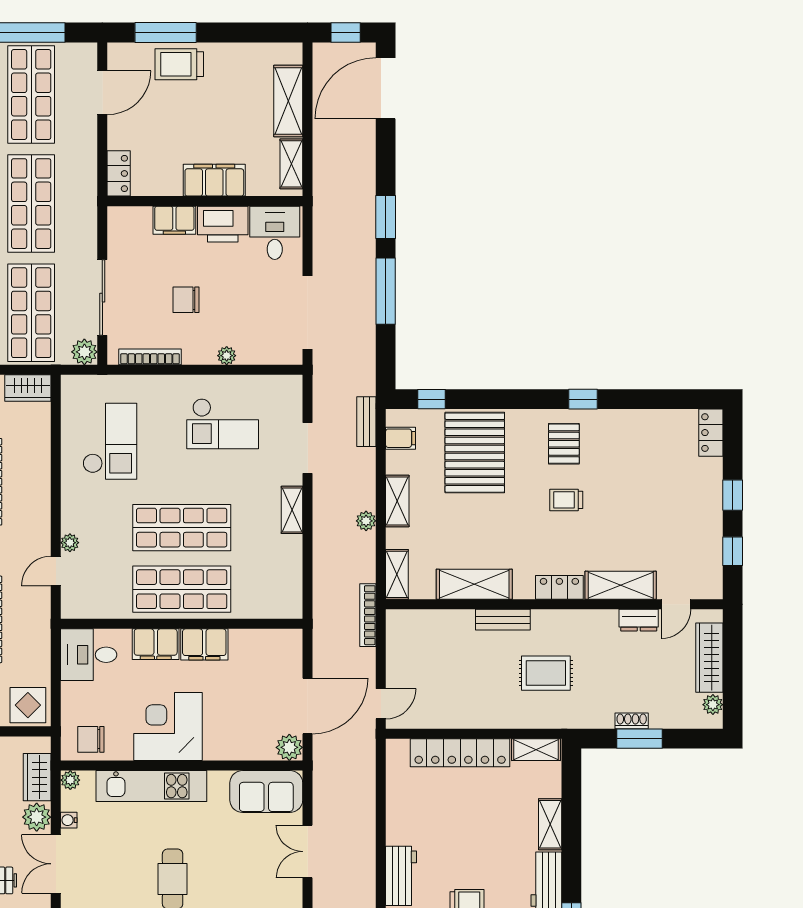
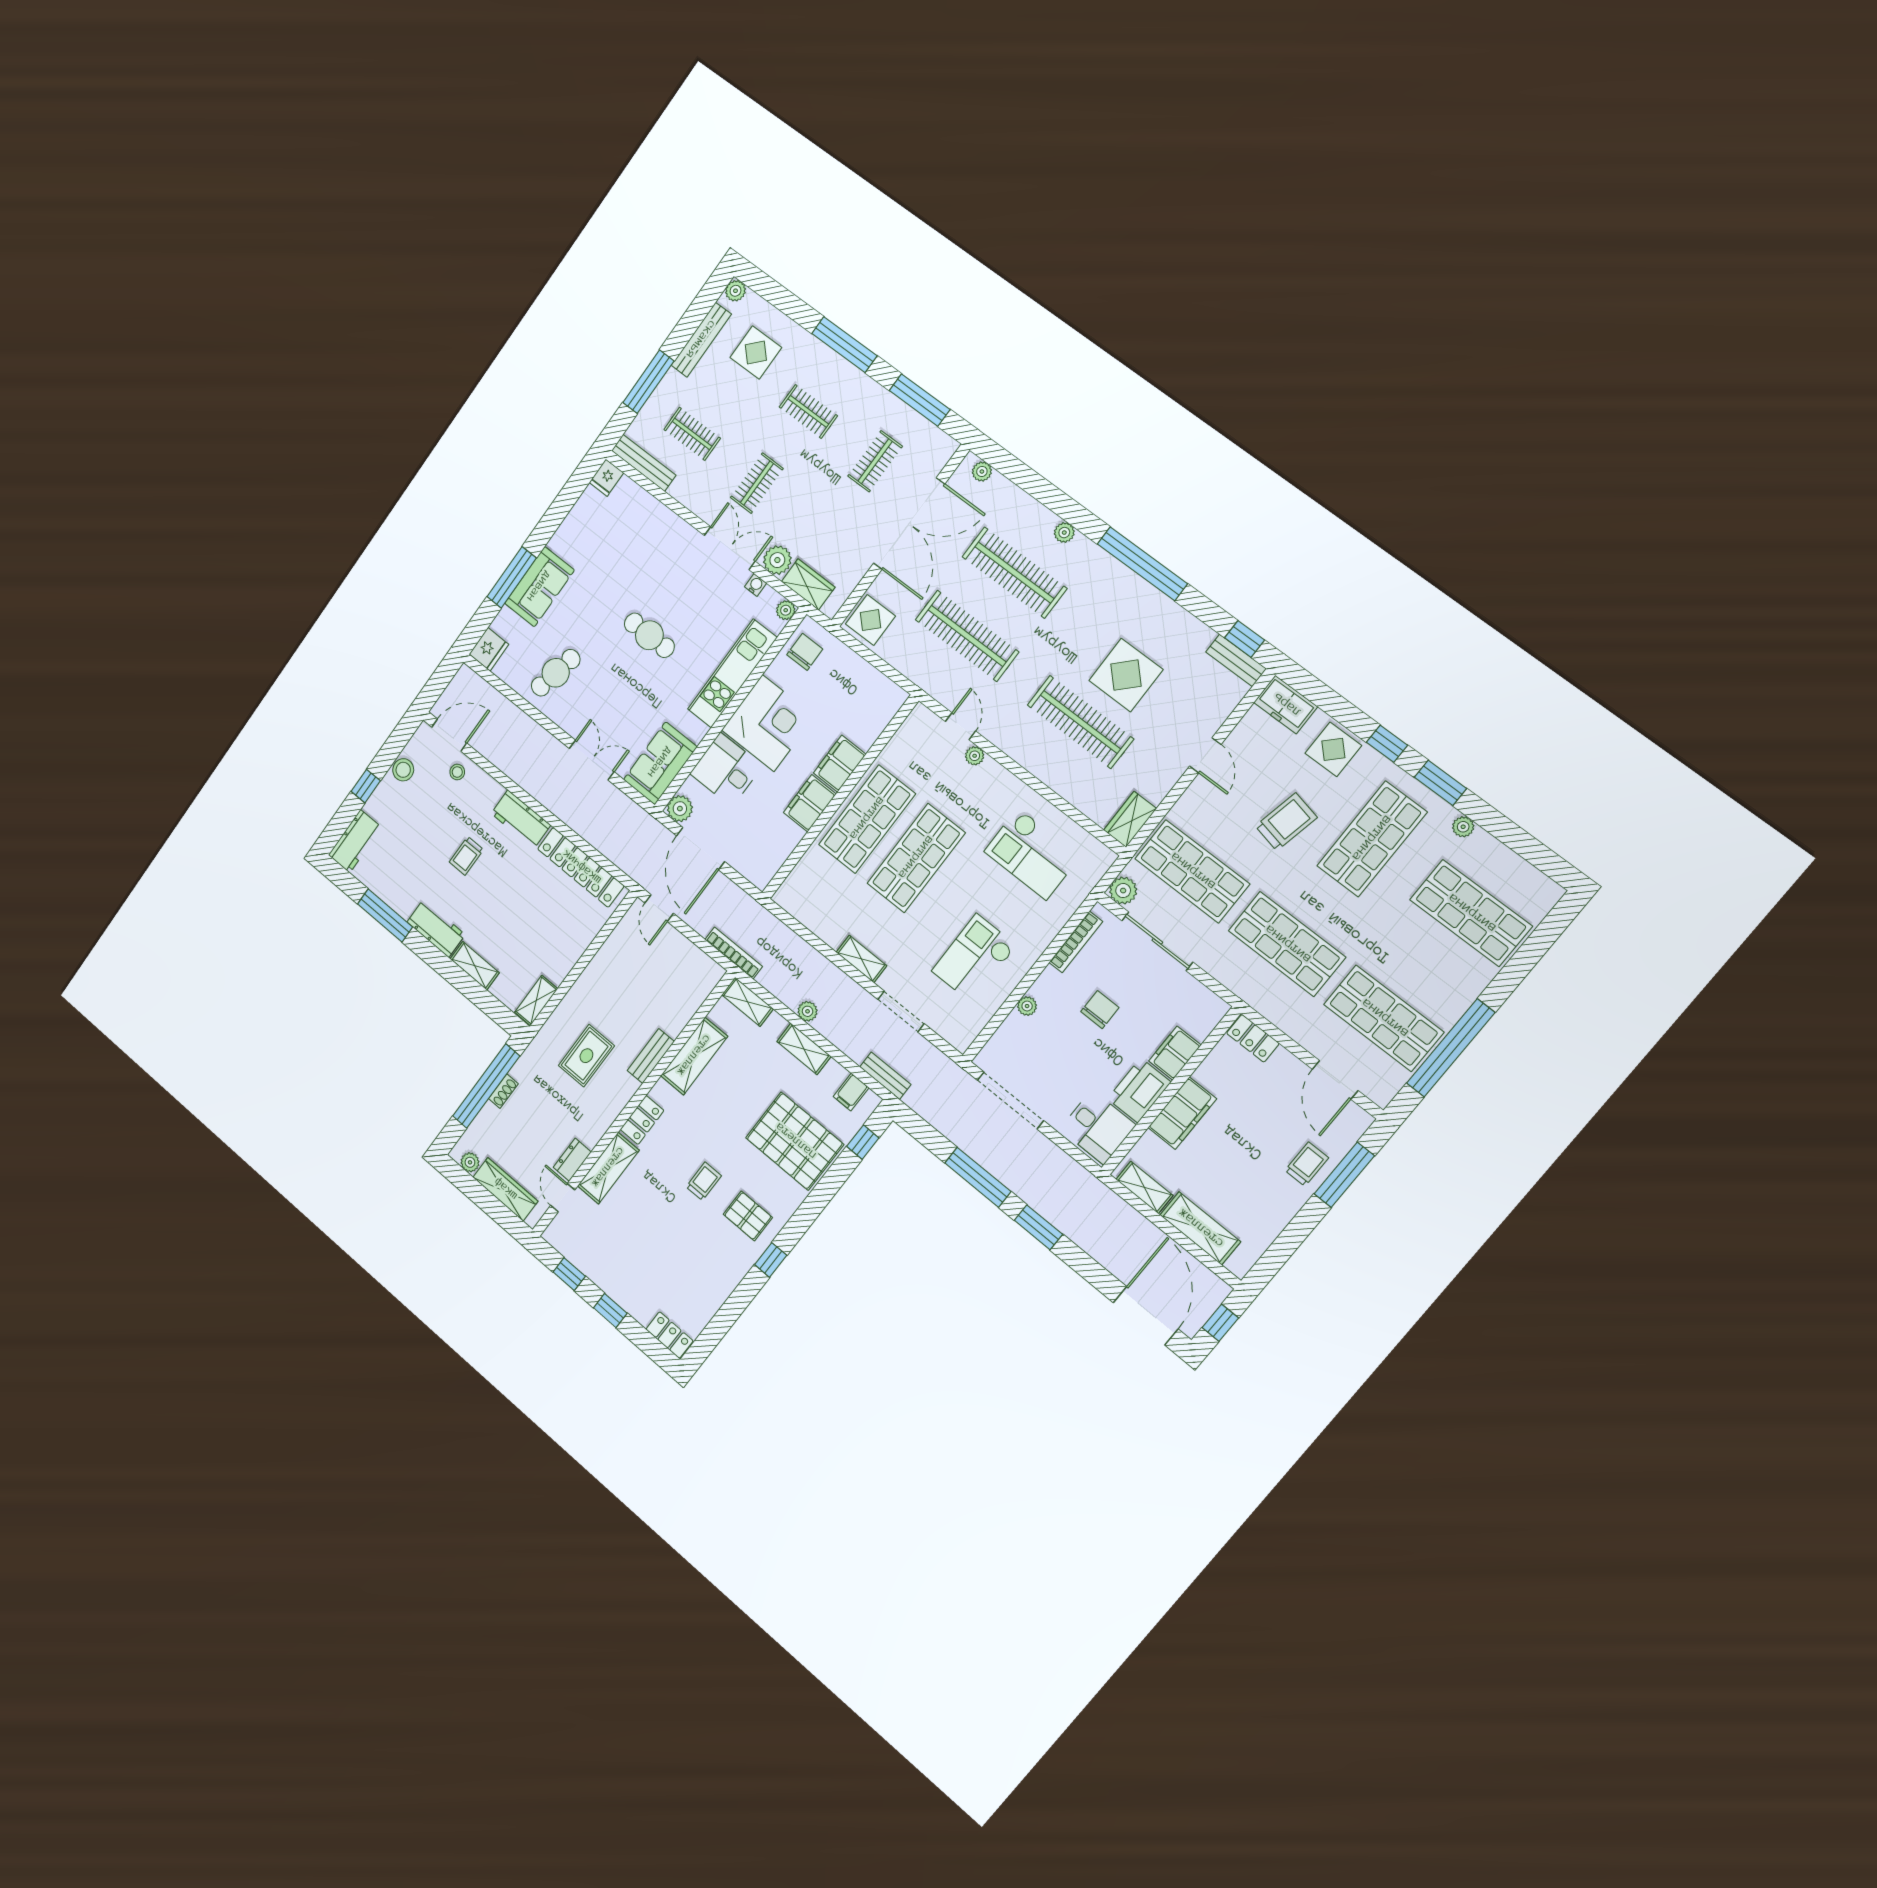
trolley: (179, 64) -> (1307, 1164), width x0.73, depth x0.72
desk: (89, 655) -> (726, 770), moved, turned -90
window: (639, 739) -> (486, 1086), width x2.11
locker: (460, 753) -> (581, 867), moved, turned -90

